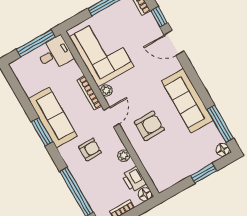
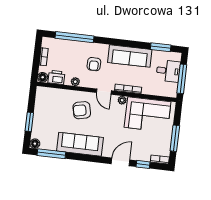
desk: (55, 54) -> (168, 71), moved, turned -90
armchair: (149, 126) -> (82, 110), turned 77
window: (42, 132) -> (161, 47), moved

